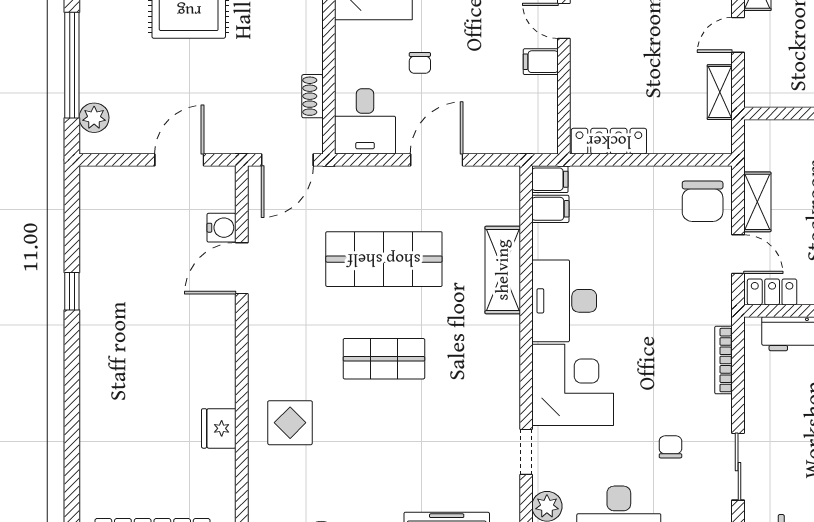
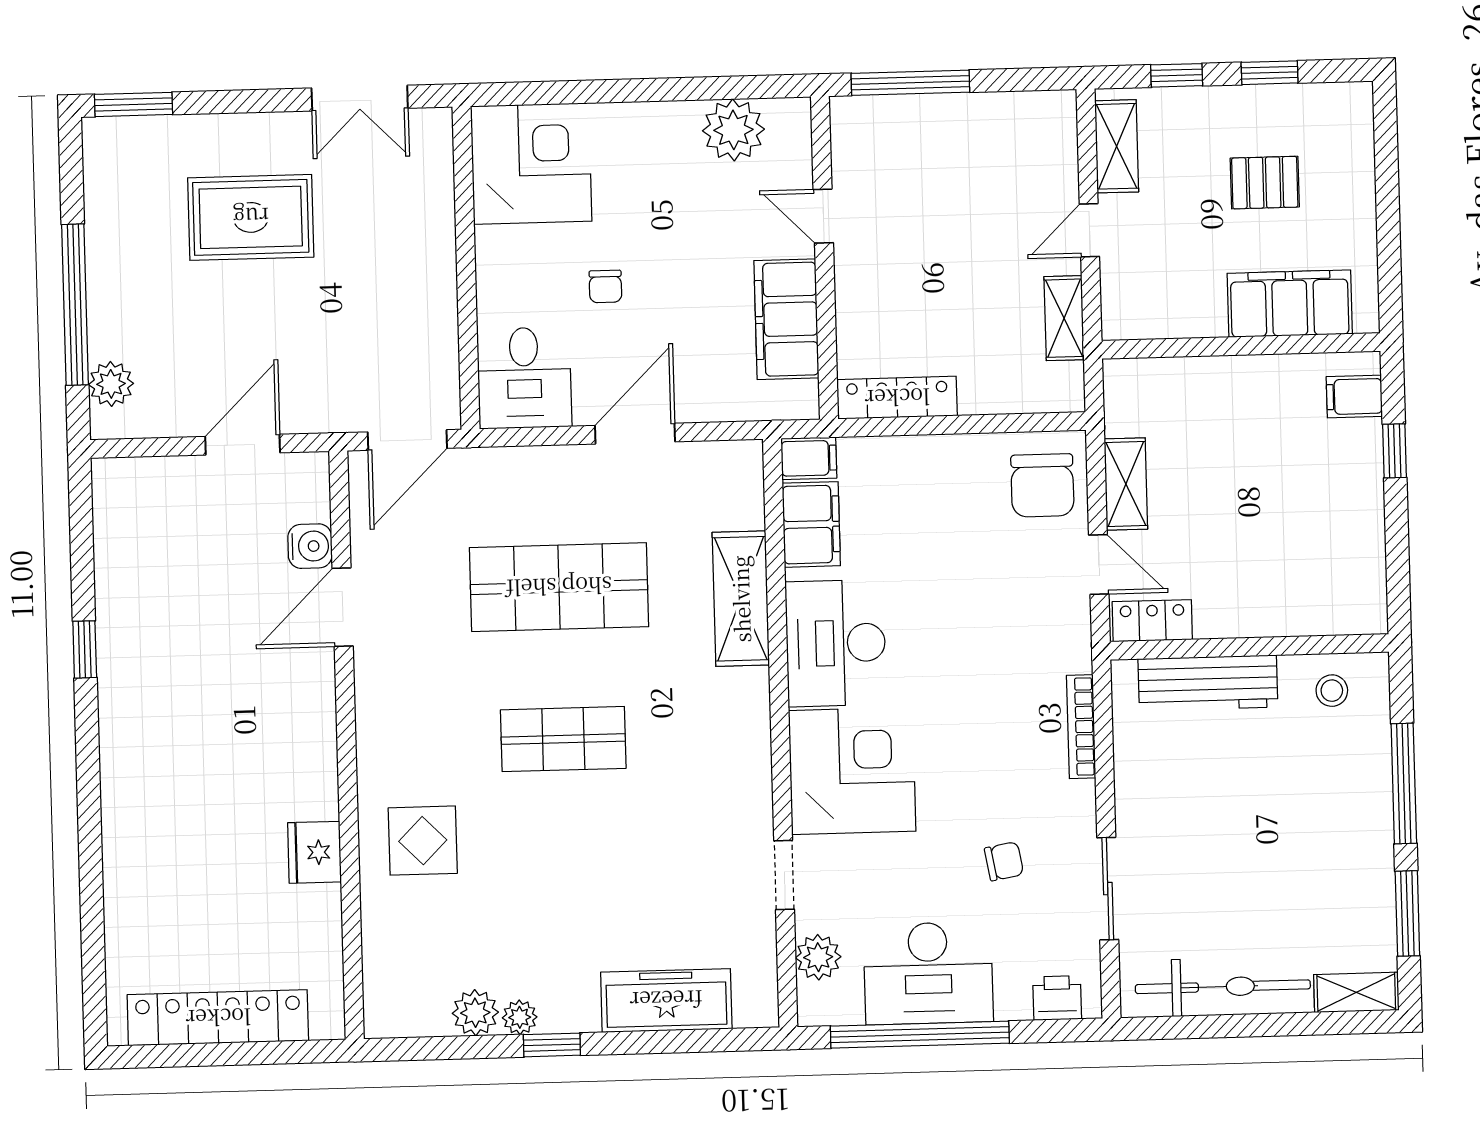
filing cabinet: (541, 62) -> (786, 319), width x3.00, depth x1.17
shoe rack: (312, 96) -> (443, 342), removed
filing cabinet: (550, 209) -> (811, 524), width x2.00
chair: (670, 447) -> (1004, 861), turned 80

